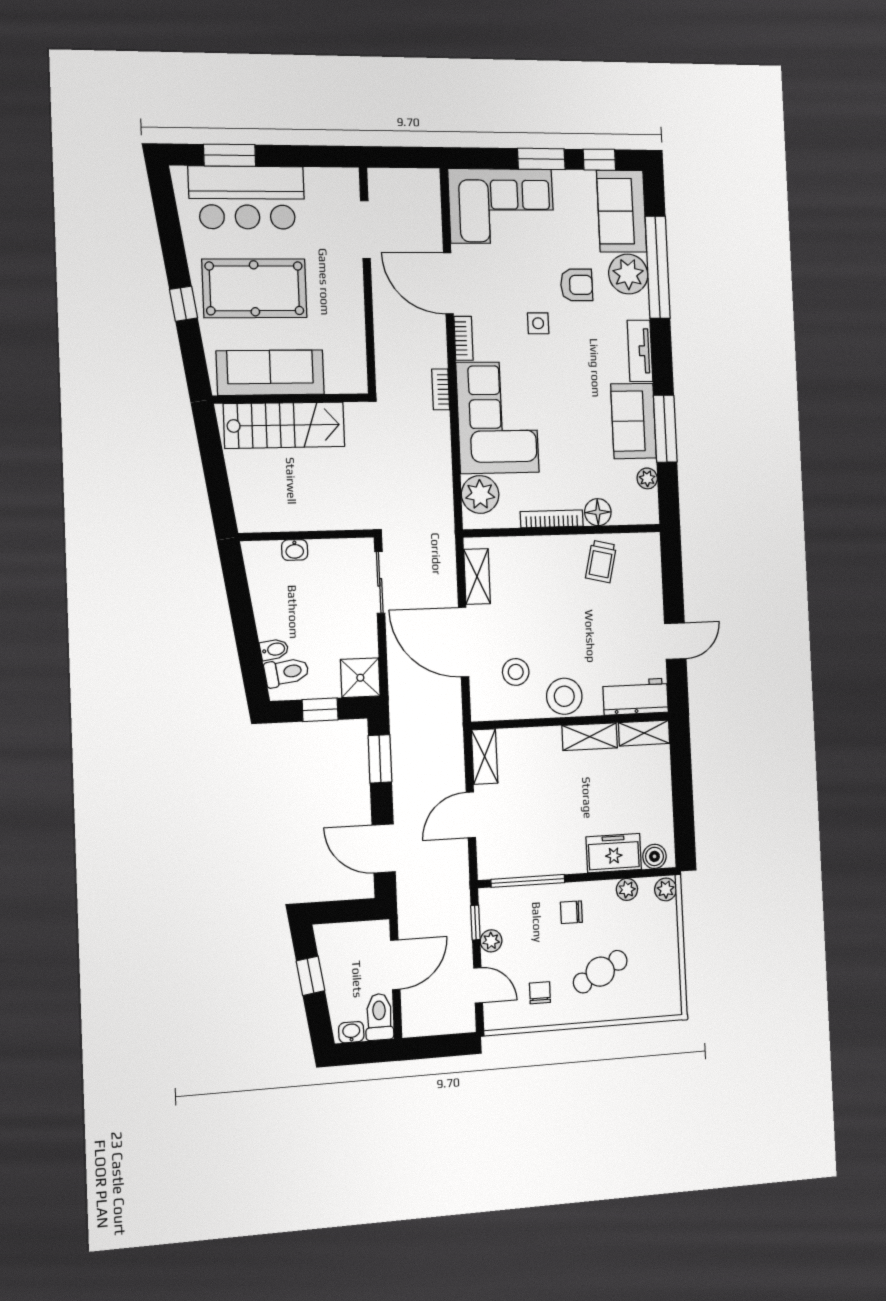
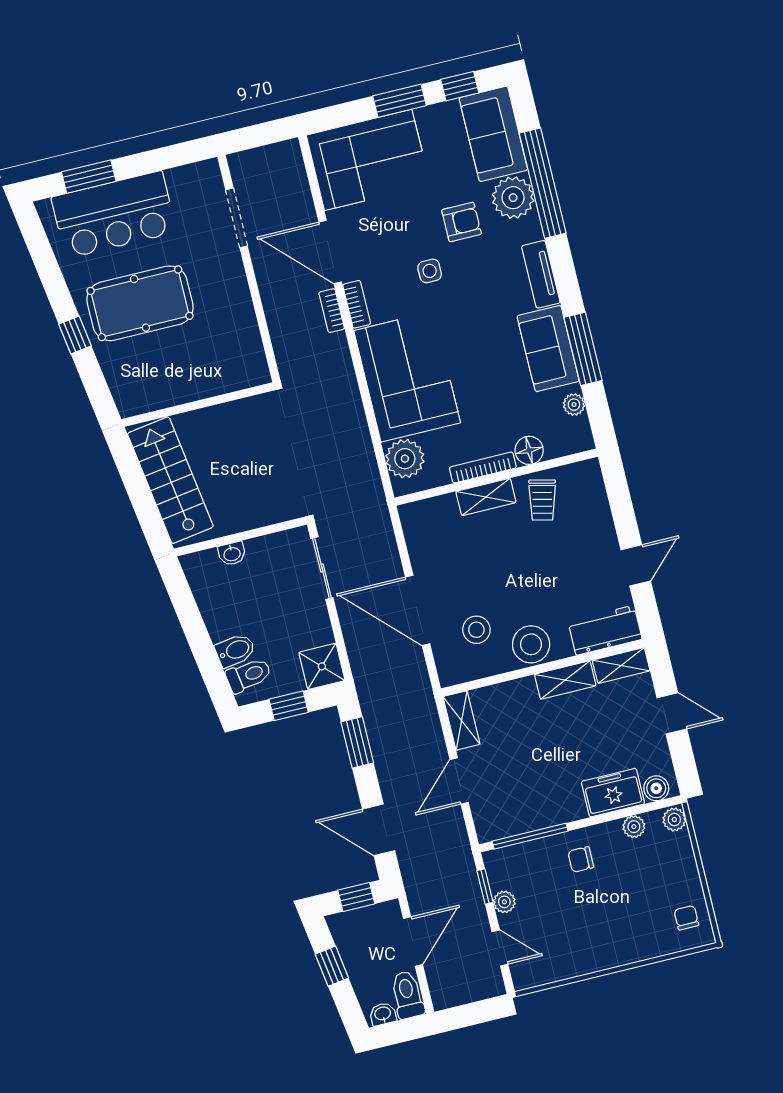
sofa: (270, 373) -> (172, 383), removed
bookcase: (441, 389) -> (332, 311), moved
stairs: (284, 425) -> (170, 480), moved, turned -98
shelving: (477, 577) -> (486, 497), moved, turned 90
bidet: (274, 649) -> (235, 650), width x1.38, depth x1.36
door: (682, 788) -> (672, 713), added
window: (348, 911) -> (356, 897), added
cafe table: (600, 972) -> (622, 914), removed
chair: (540, 993) -> (686, 918), moved

